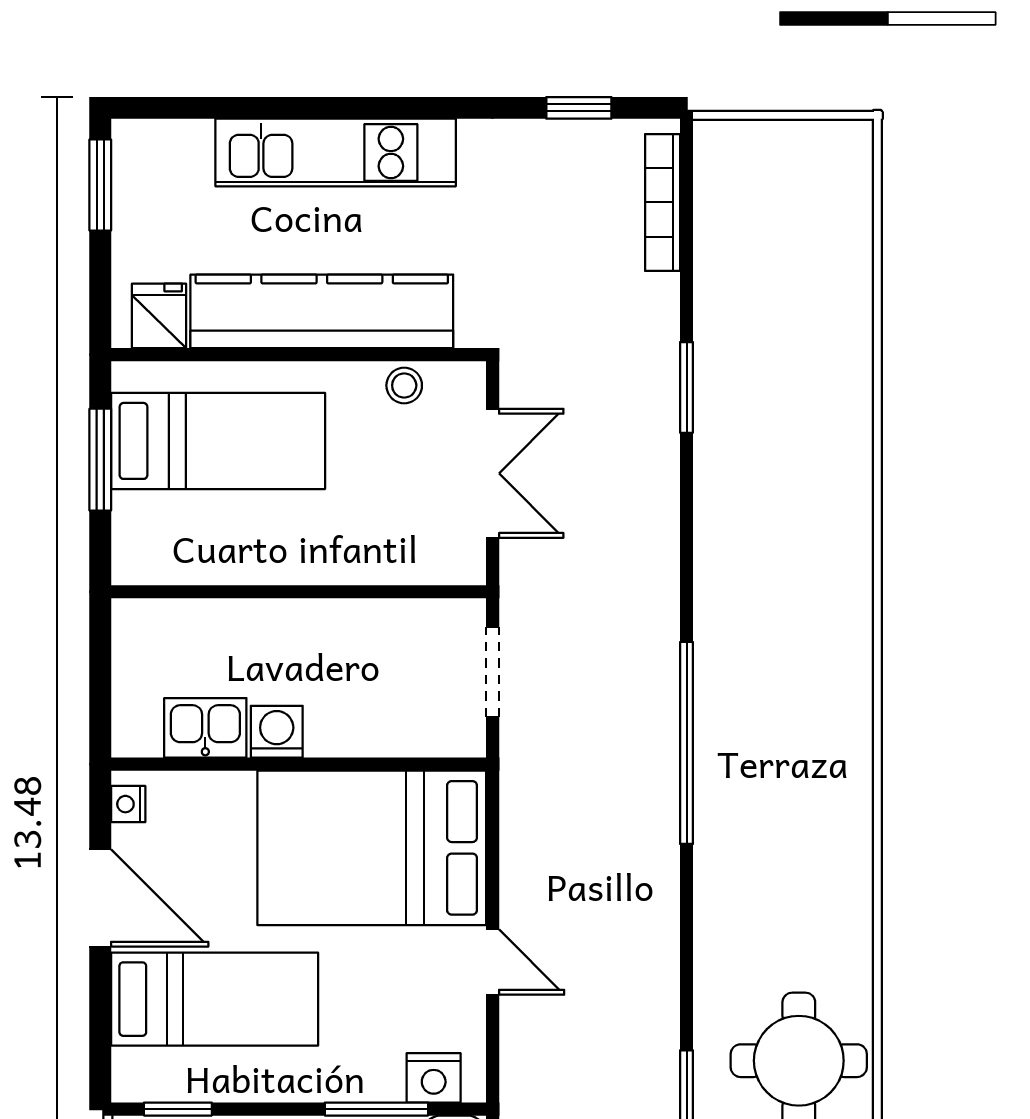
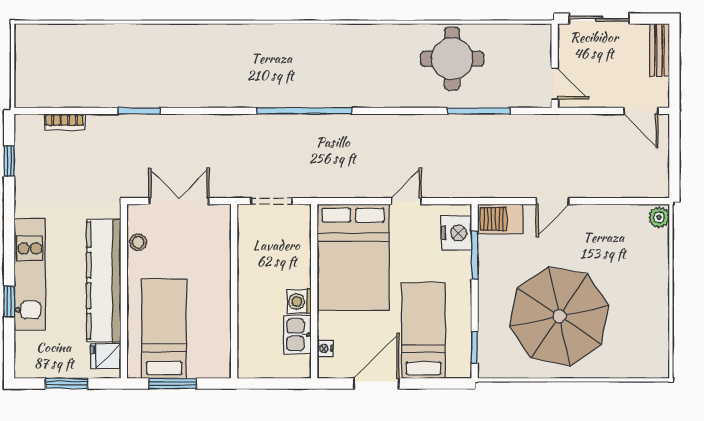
window: (277, 108) -> (9, 301), added
window: (100, 185) -> (66, 383), moved
bookcase: (663, 202) -> (65, 122), width x0.64
nightstand: (128, 804) -> (325, 348), moved, turned 90
nightstand: (434, 1078) -> (456, 233), width x1.36, depth x1.33

